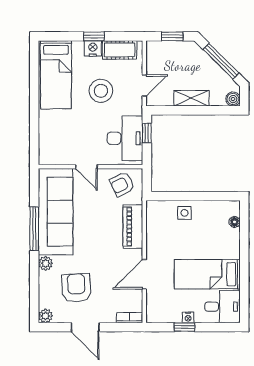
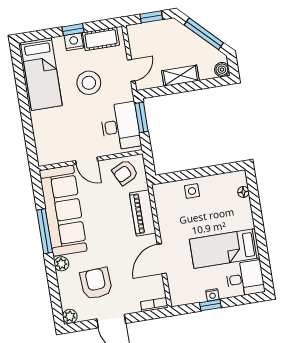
window: (147, 133) -> (141, 117), width x1.50

